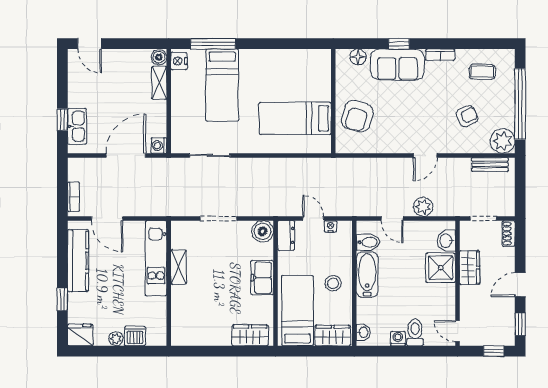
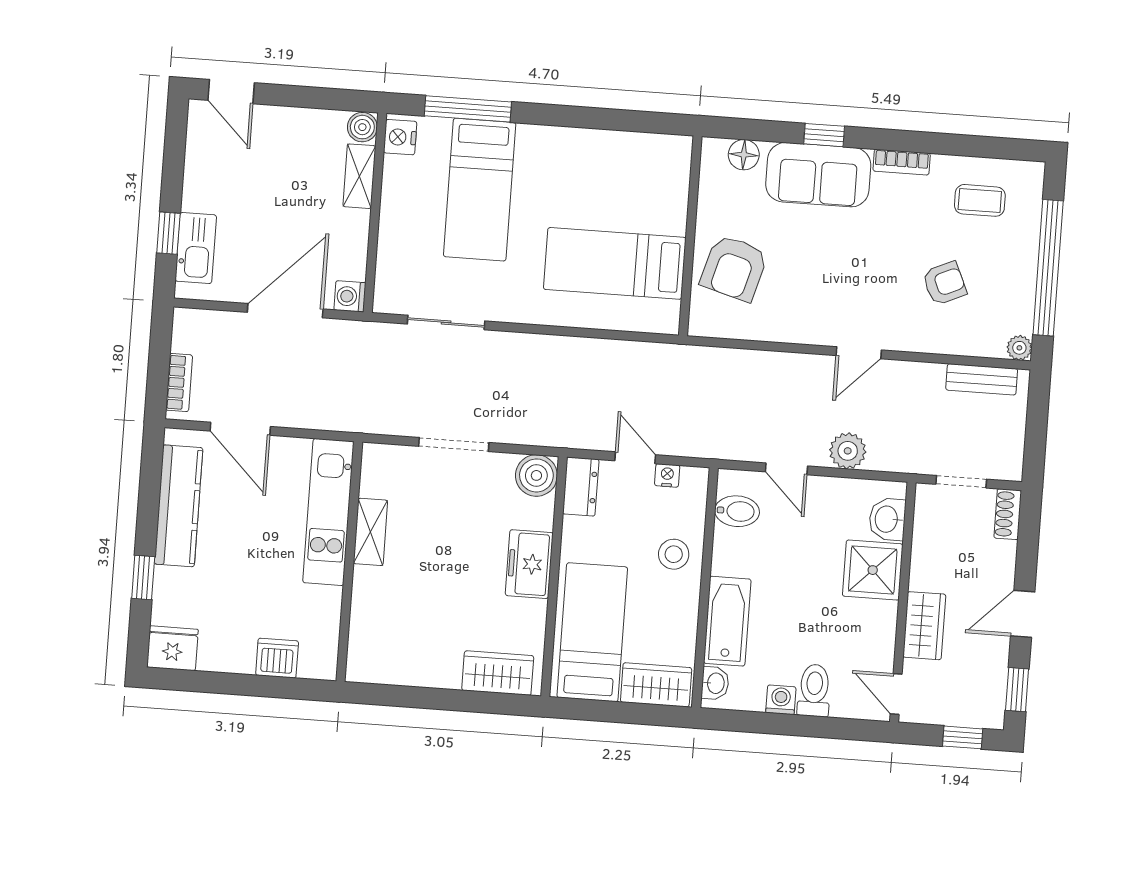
plant: (503, 141) -> (1019, 348), width x0.53, depth x0.53
wardrobe: (470, 268) -> (924, 626), moved
bathtub: (367, 275) -> (727, 621), moved
stool: (333, 283) -> (674, 554), moved
plant: (116, 339) -> (240, 661), removed

